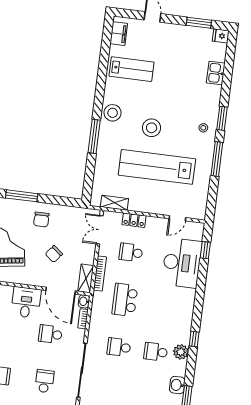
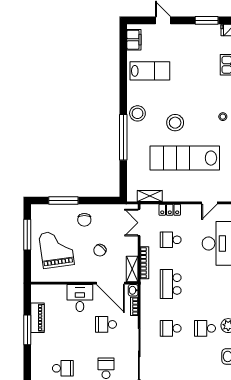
window: (94, 136) -> (123, 137), width x1.46

